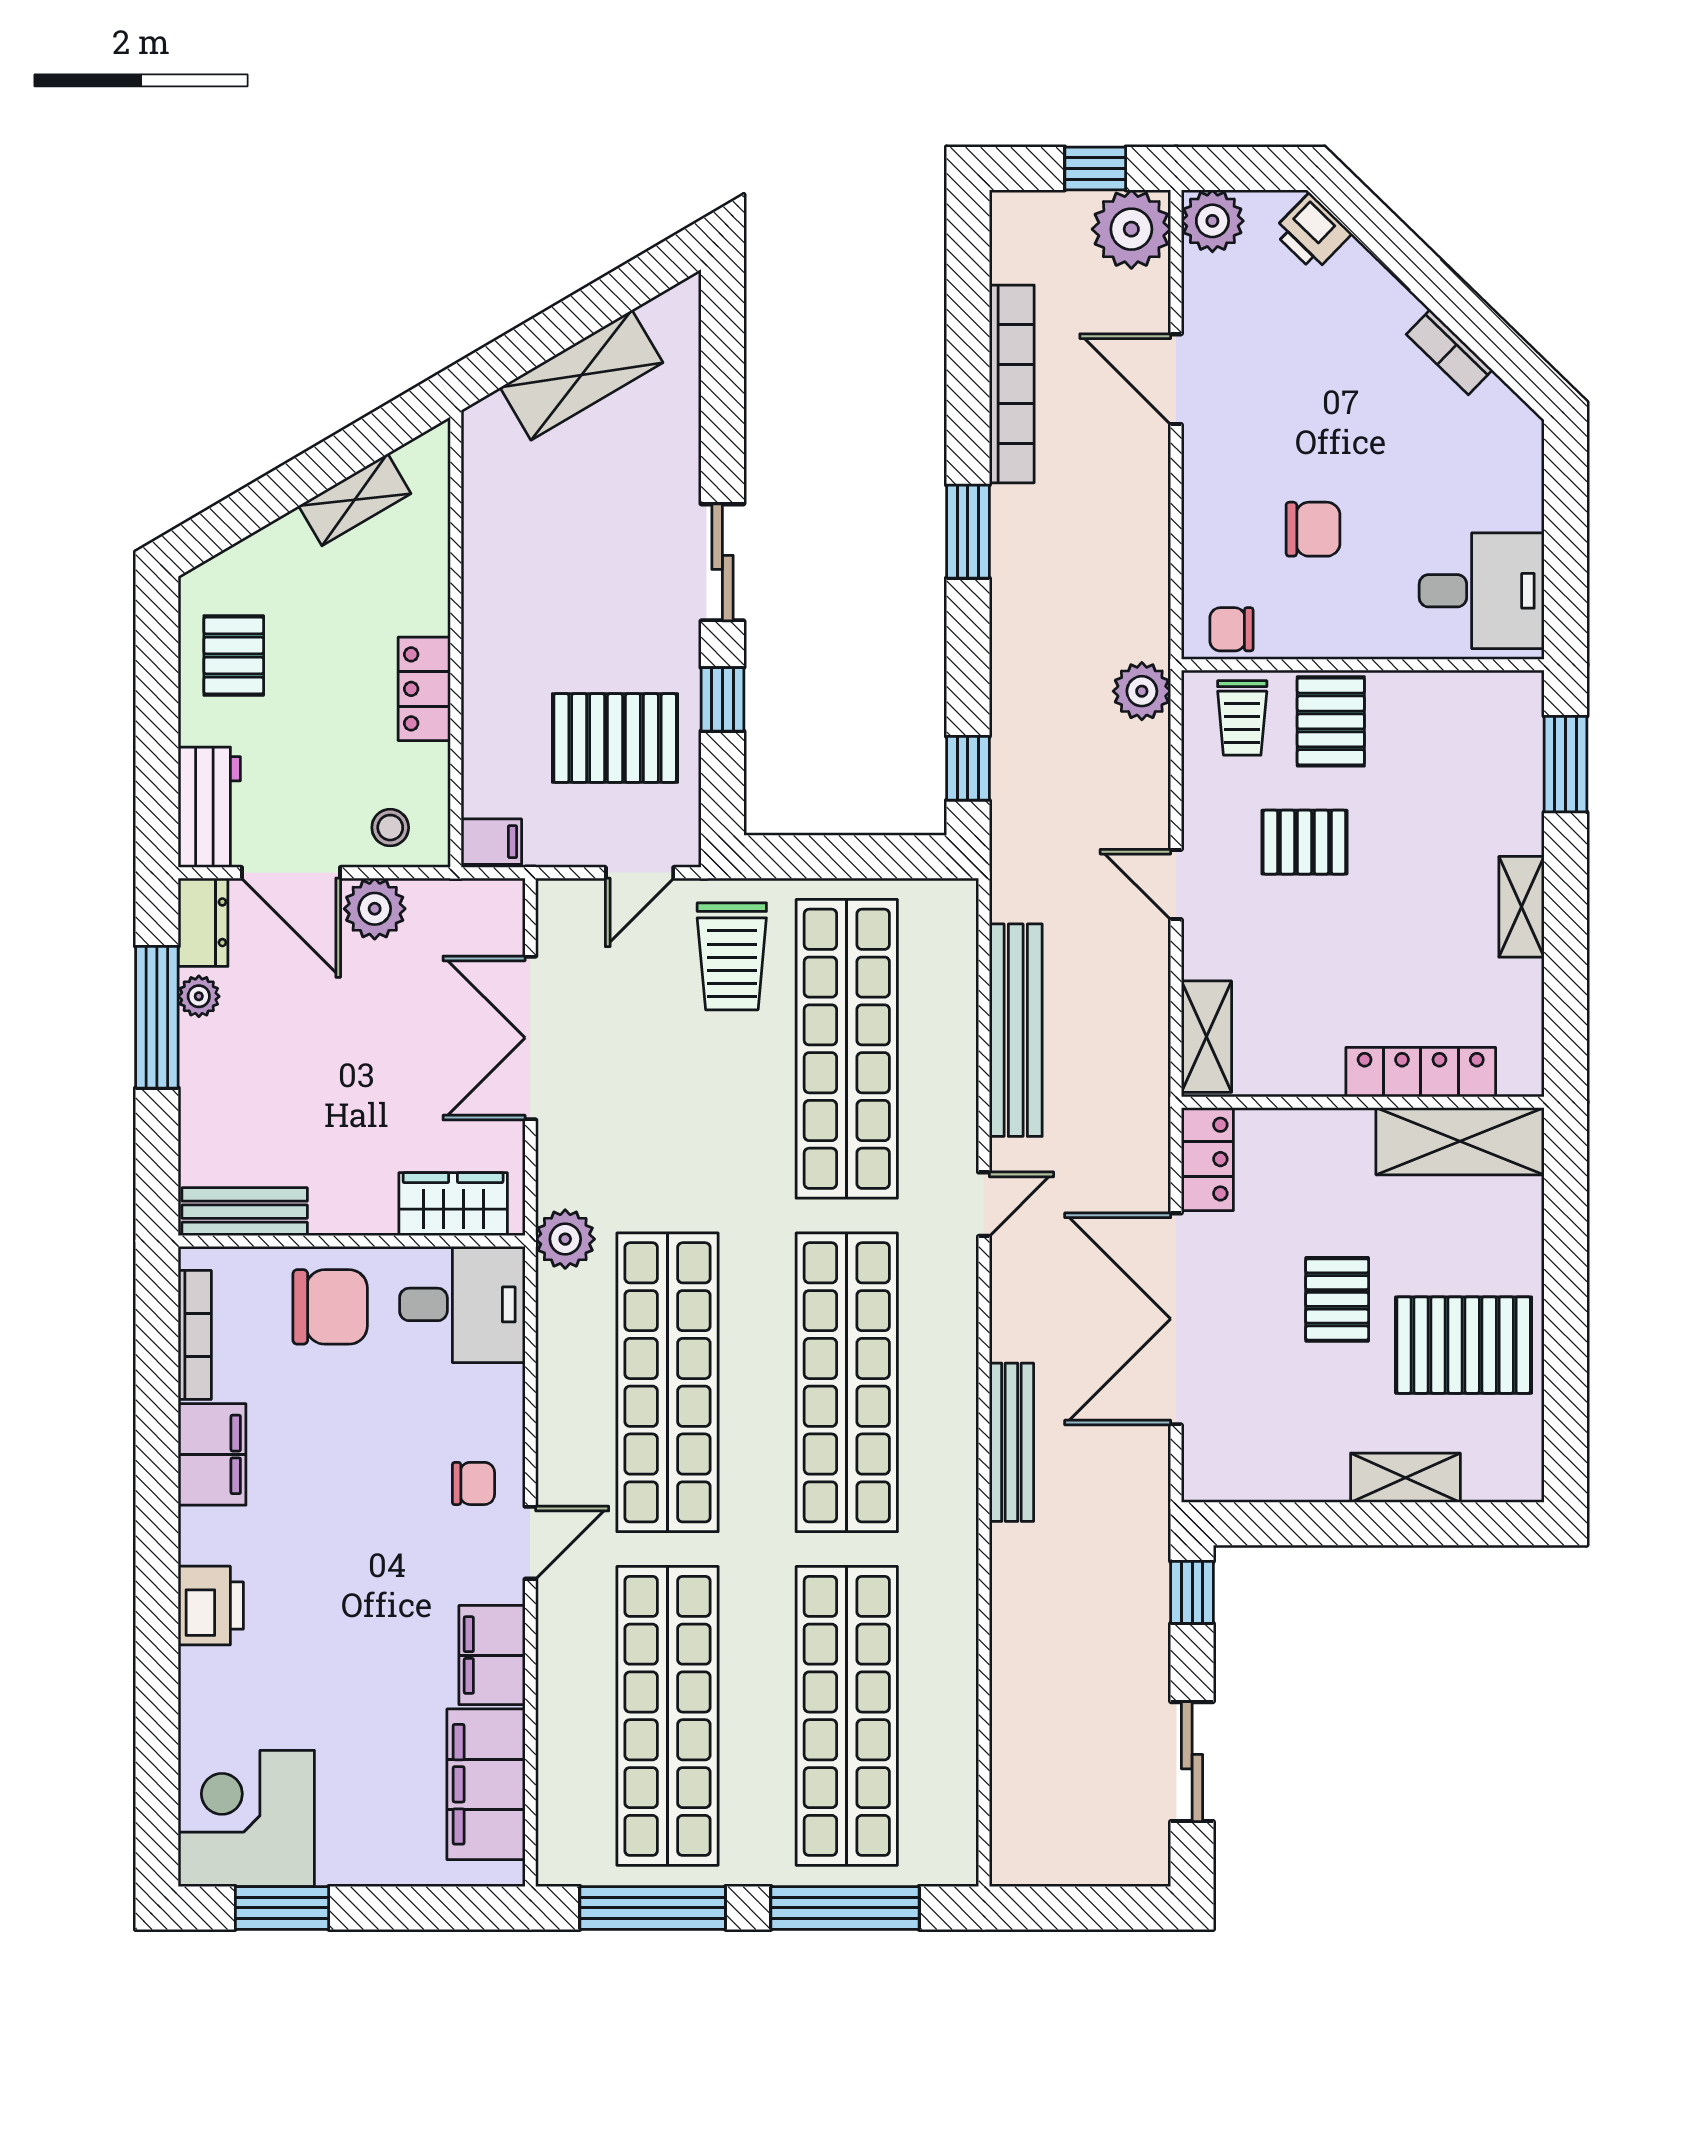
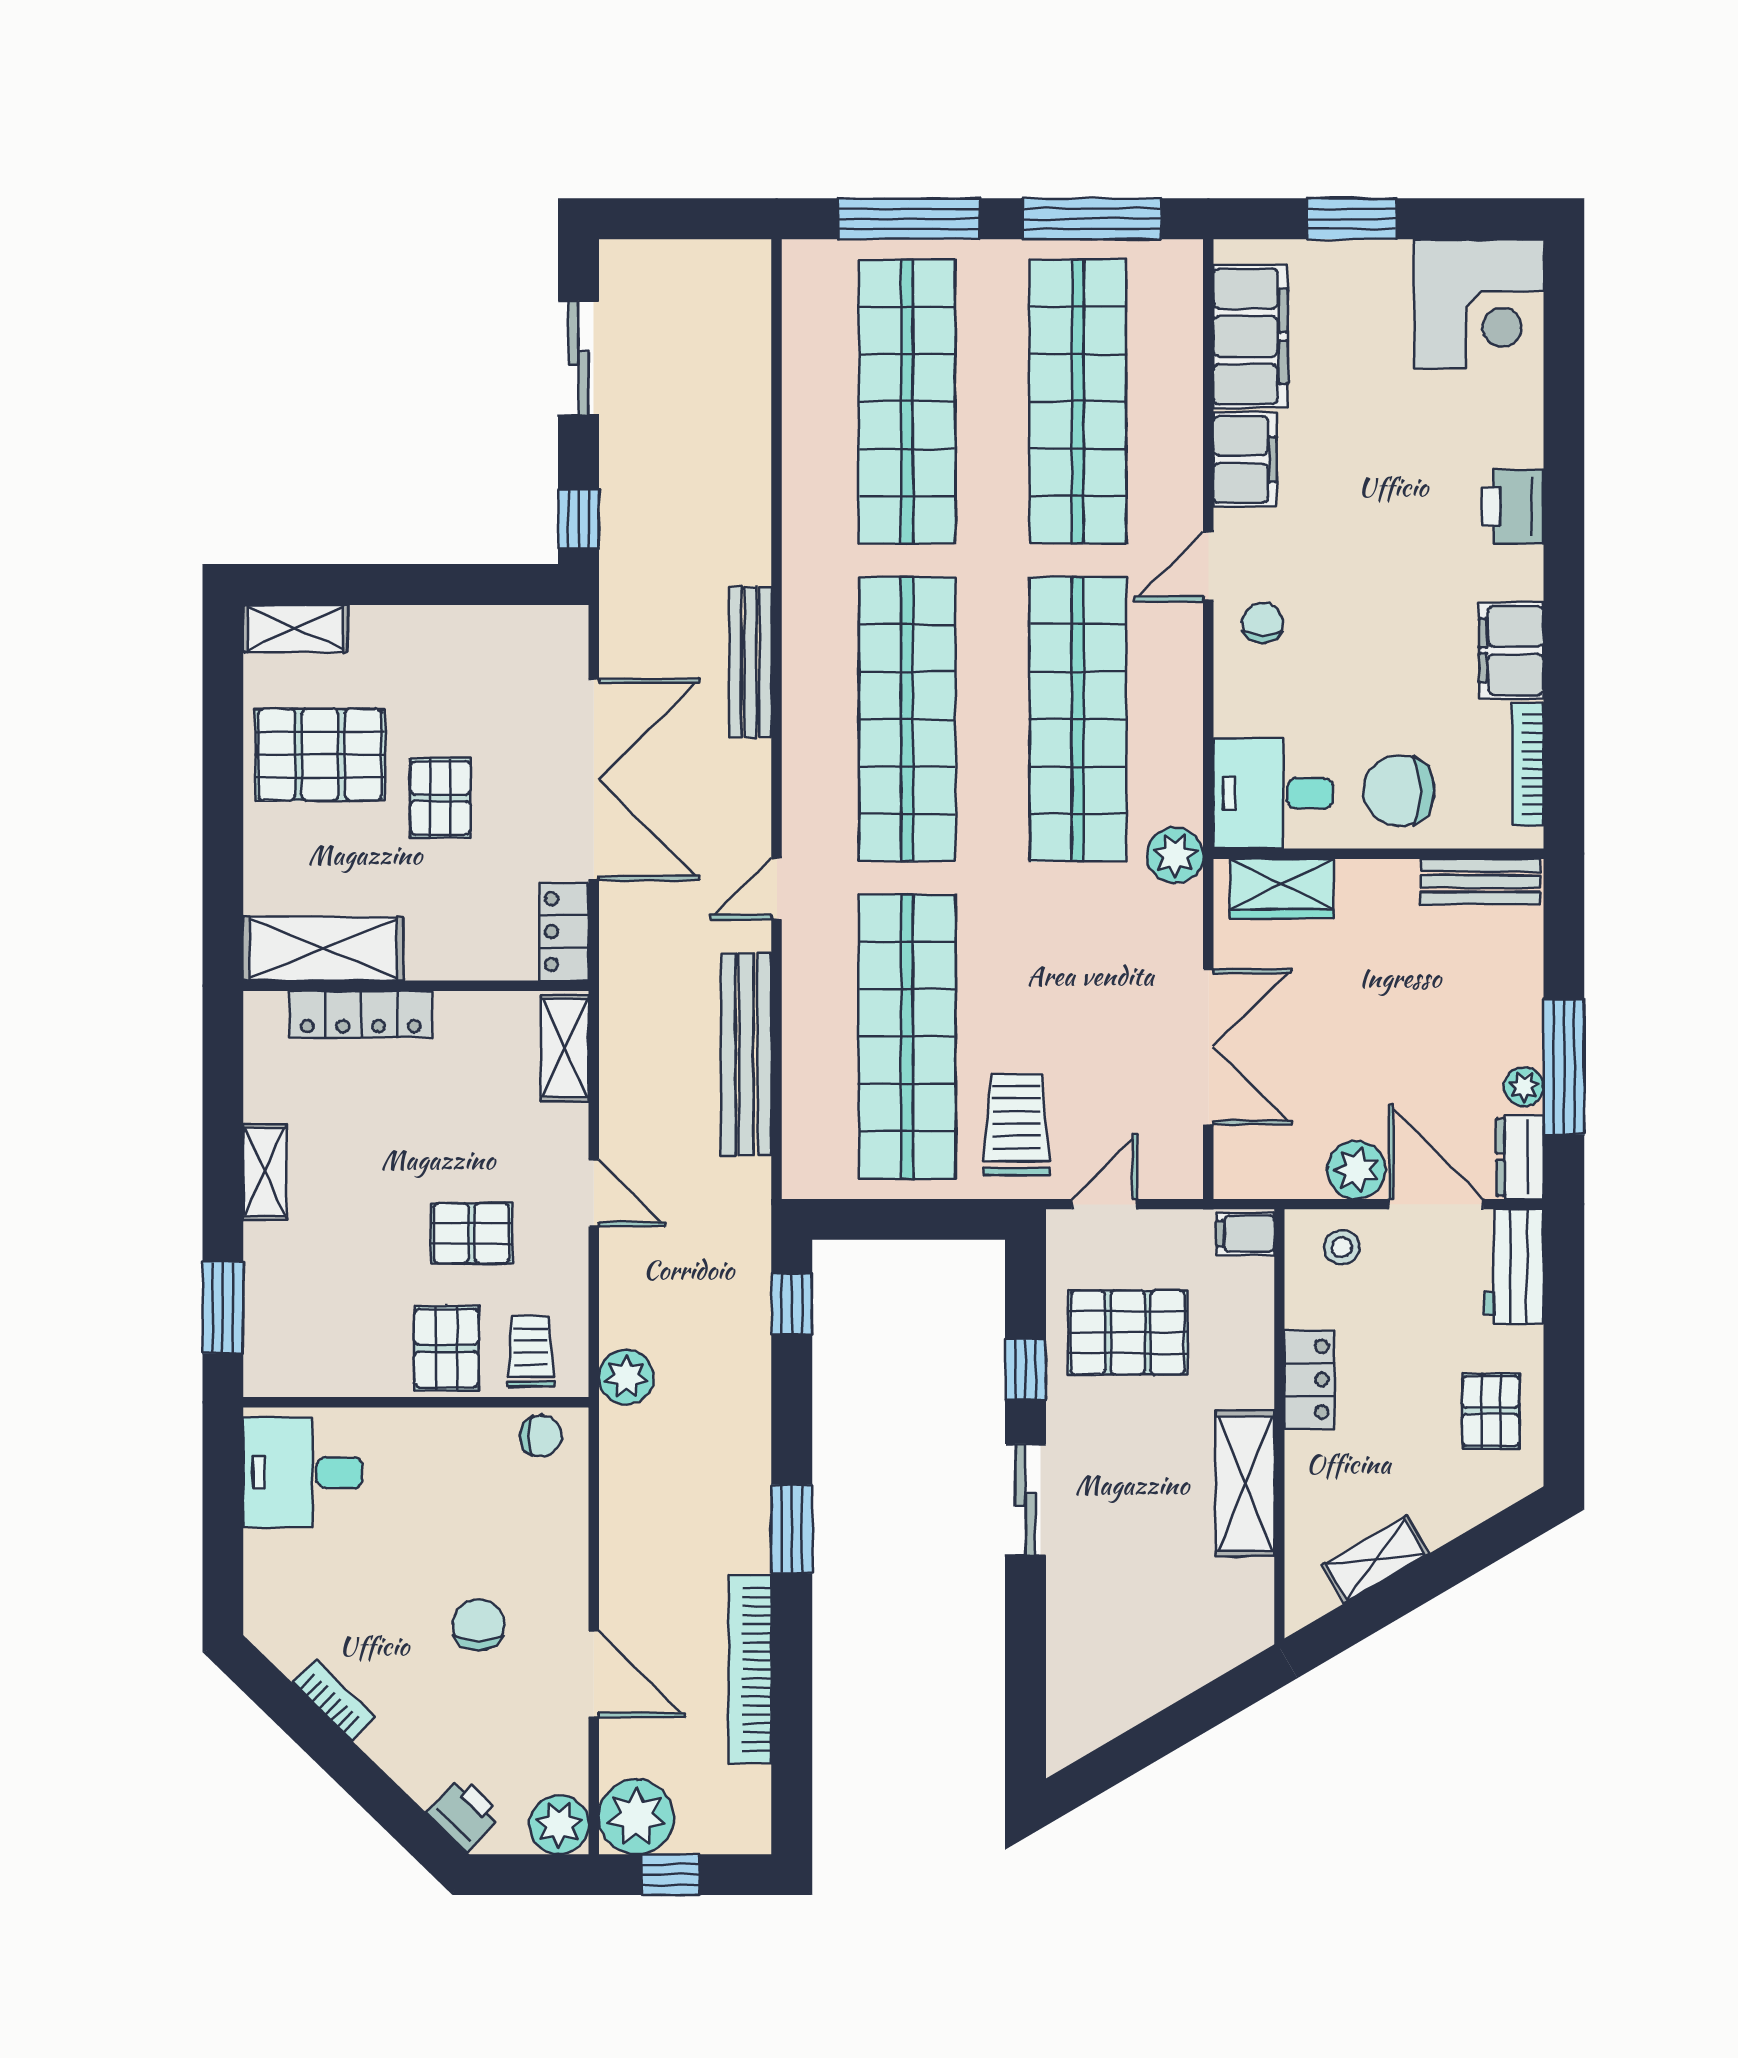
shelving: (581, 375) -> (1245, 1484), moved, turned -60
chair: (1313, 529) -> (478, 1625), moved, turned 90
shelving: (1405, 1478) -> (295, 628), moved
chair: (473, 1483) -> (1262, 623), turned 90
window: (282, 1908) -> (1352, 219), moved

